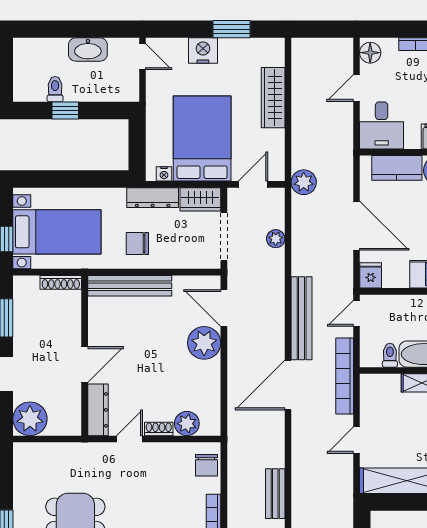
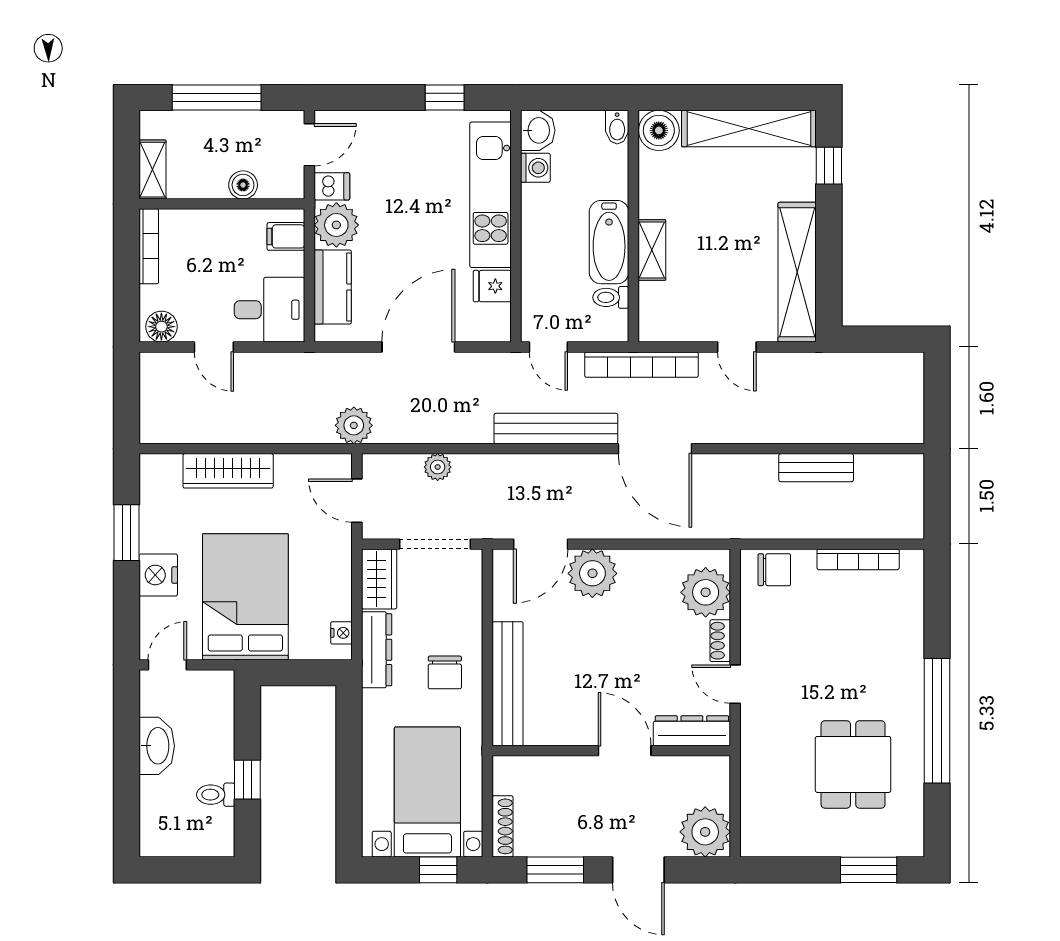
bed: (202, 139) -> (245, 597), moved, turned 90
fridge: (371, 275) -> (492, 286), moved
shoe rack: (61, 282) -> (502, 826), moved
plant: (187, 424) -> (706, 592), width x1.36, depth x1.36

